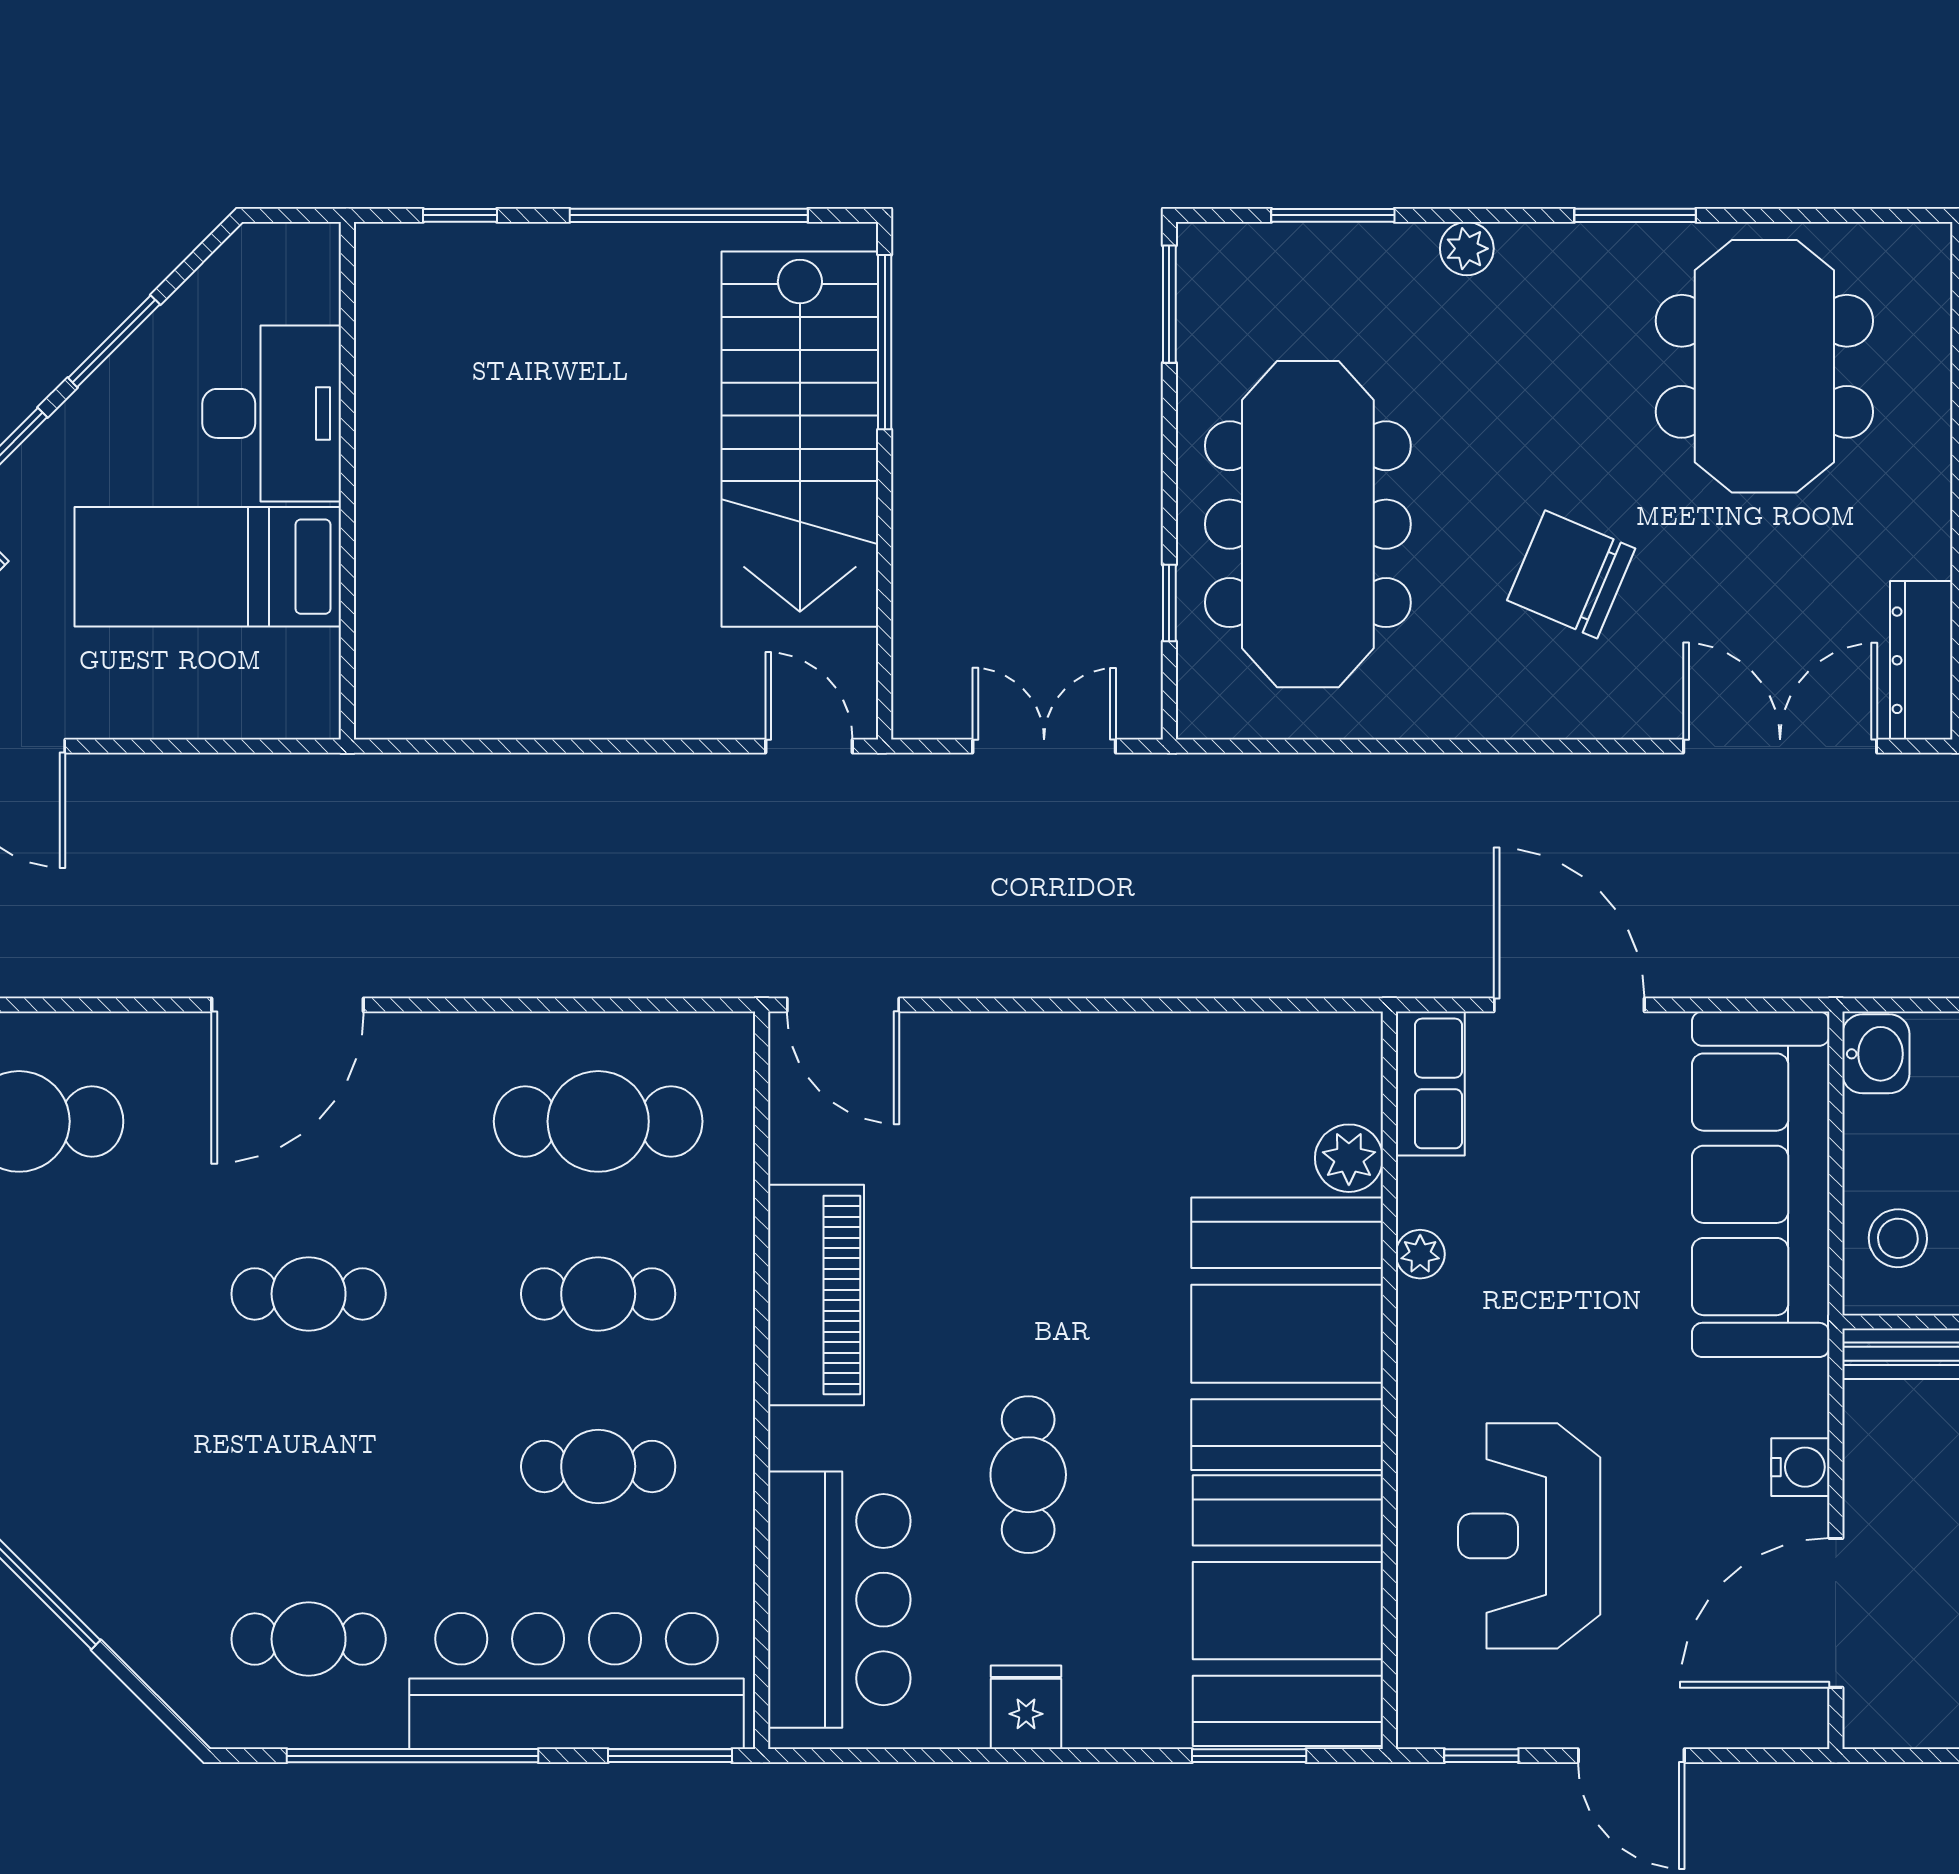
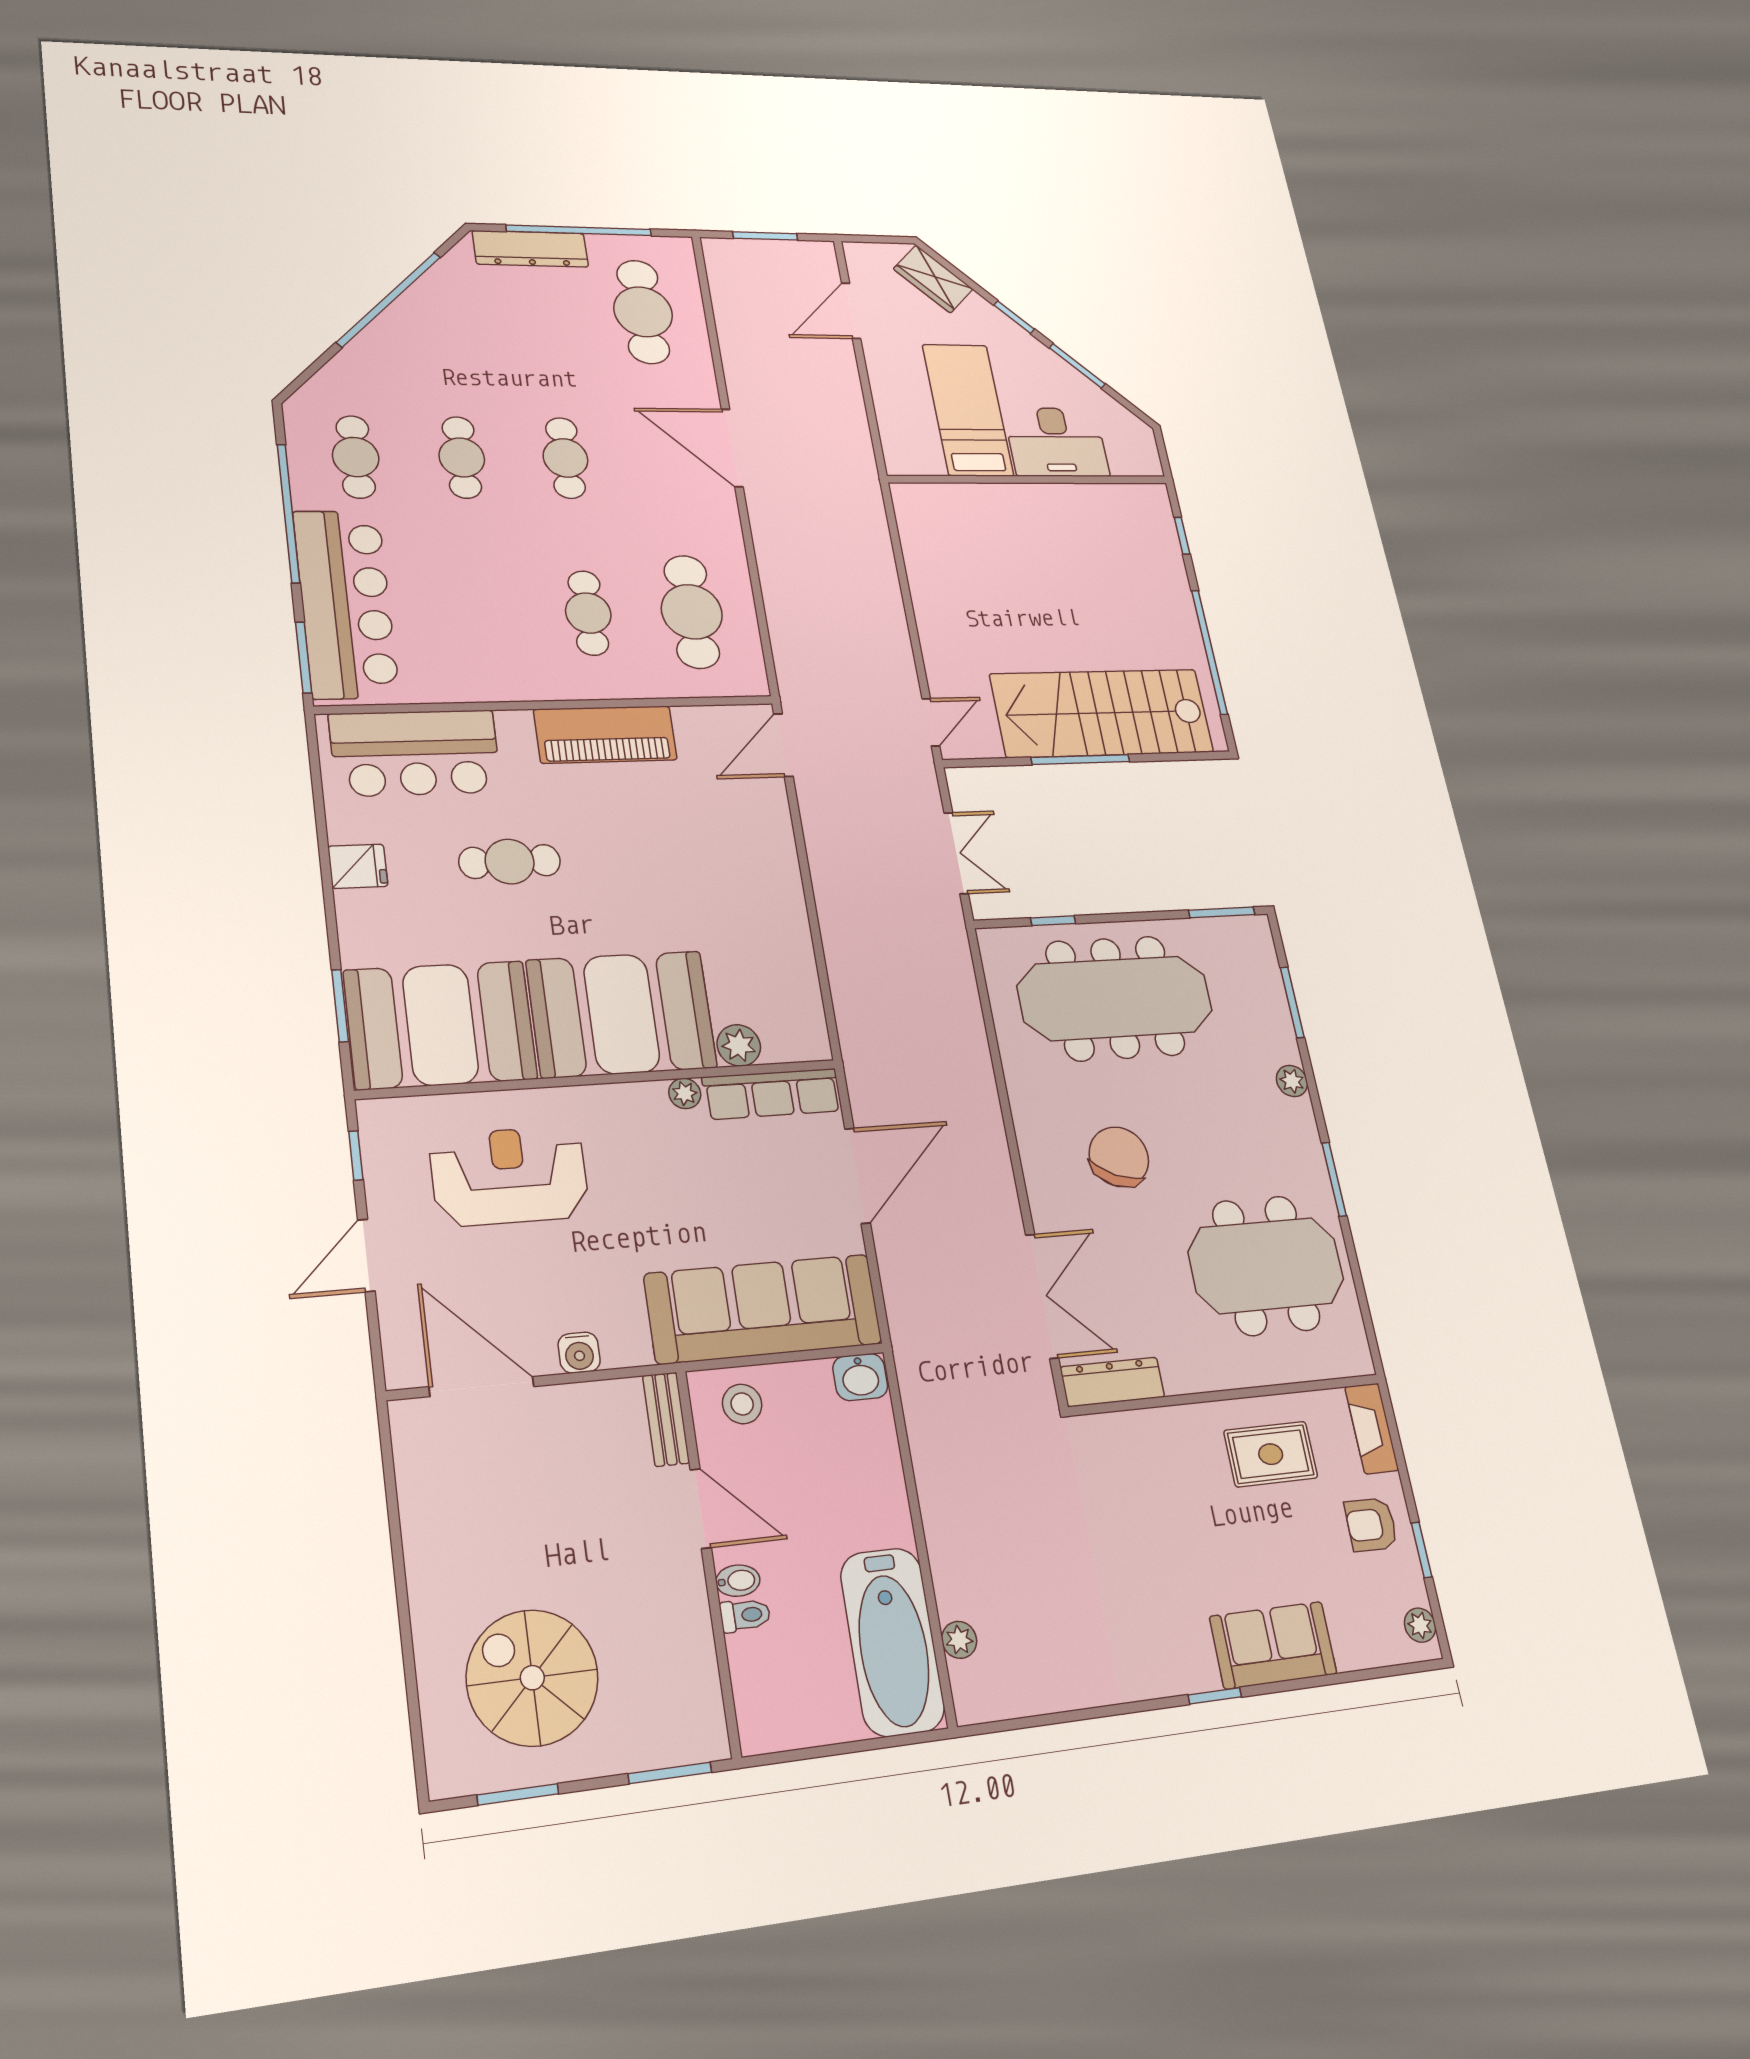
window: (885, 342) -> (1080, 760), moved
row of seats: (1430, 1083) -> (772, 1094), width x1.48
cafe table: (598, 1466) -> (462, 457), moved

